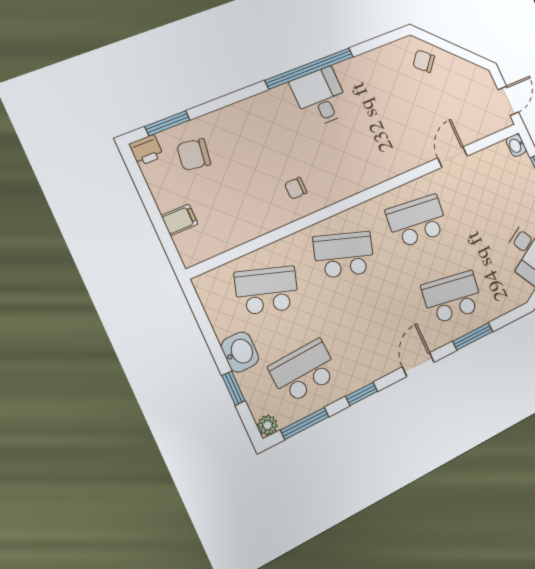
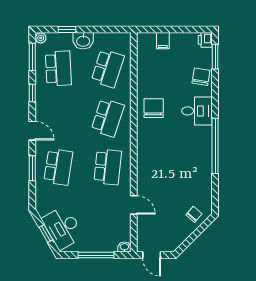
desk: (320, 97) -> (197, 111), moved
chair: (194, 154) -> (201, 77), moved
chair: (296, 188) -> (154, 108), width x1.87, depth x1.87

